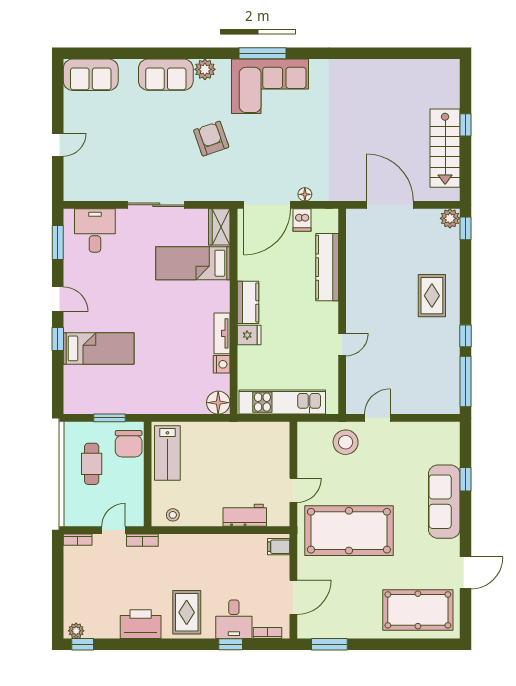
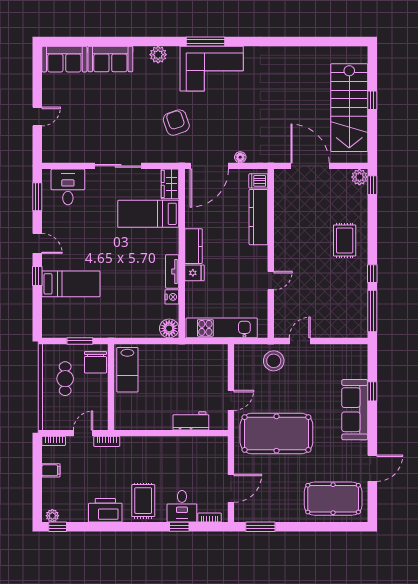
sofa: (166, 75) -> (110, 59), moved
armchair: (211, 139) -> (176, 123), moved
stairs: (445, 148) -> (349, 108), width x1.36, depth x1.51
dishwasher: (302, 220) -> (258, 181), moved, turned 90
stool: (173, 515) -> (132, 421), removed
filing cabinet: (279, 547) -> (51, 470), moved, turned 180

